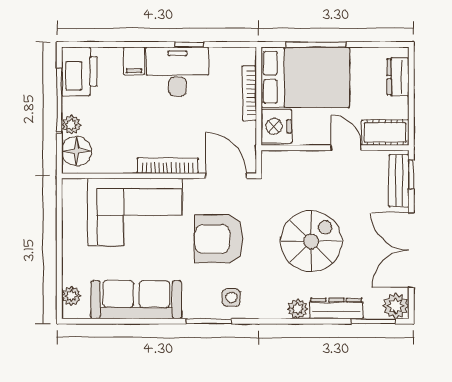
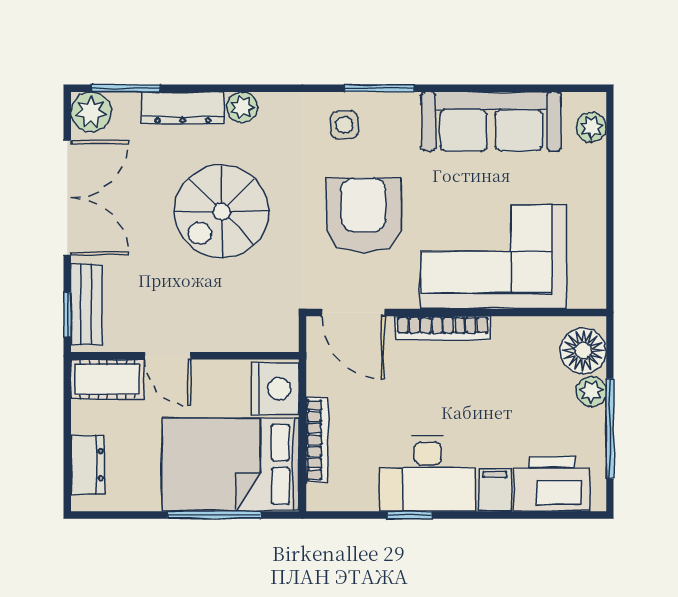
printer: (79, 71) -> (552, 484), moved, turned 90
armchair: (219, 239) -> (364, 215), turned -90

